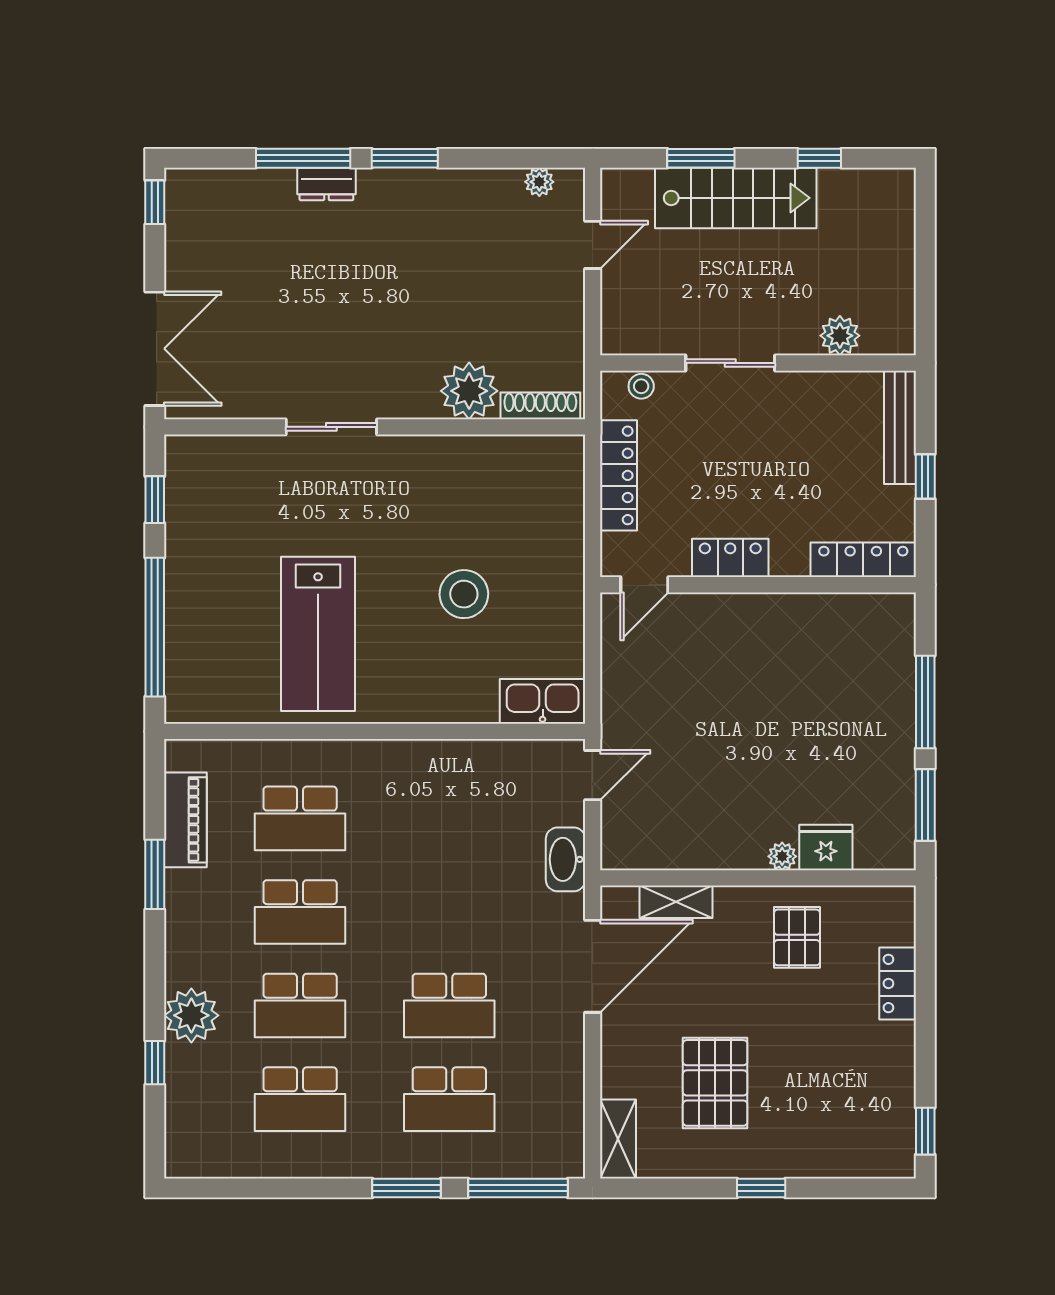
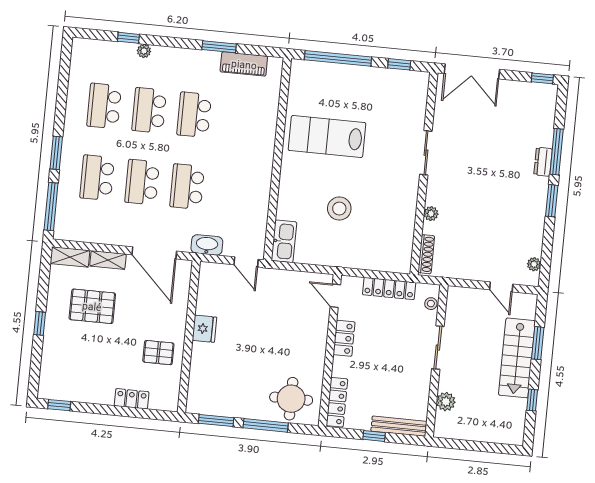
plant: (469, 391) -> (431, 214), width x0.53, depth x0.53
round table: (865, 655) -> (291, 399), added
school desk: (300, 818) -> (187, 187), moved
fridge: (826, 848) -> (204, 329), moved
plant: (782, 856) -> (198, 349), removed
shelving: (676, 902) -> (108, 260), moved, turned 90
plant: (191, 1015) -> (144, 51), width x0.53, depth x0.53

